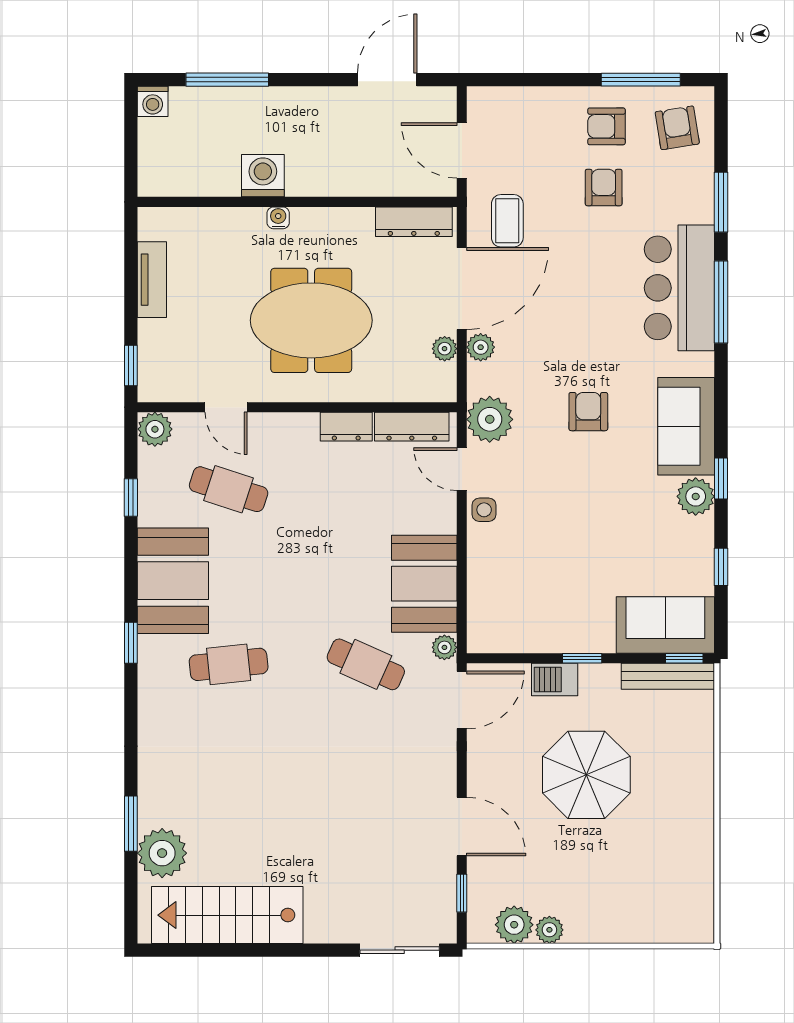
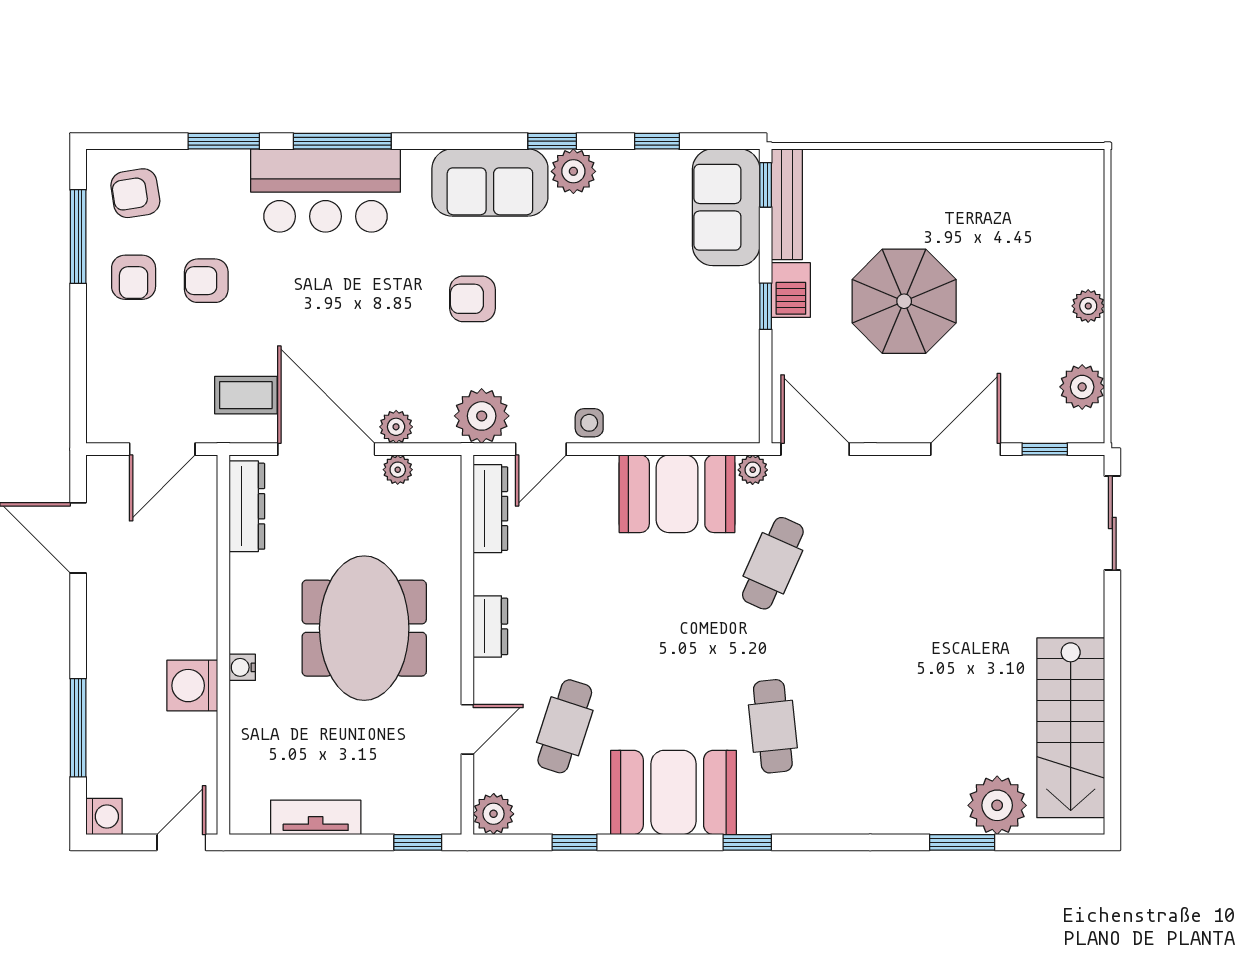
door: (131, 166) -> (181, 842), added
dresser: (346, 427) -> (490, 626), moved
barbecue: (555, 680) -> (791, 290), moved
plant: (549, 930) -> (1088, 306), moved

